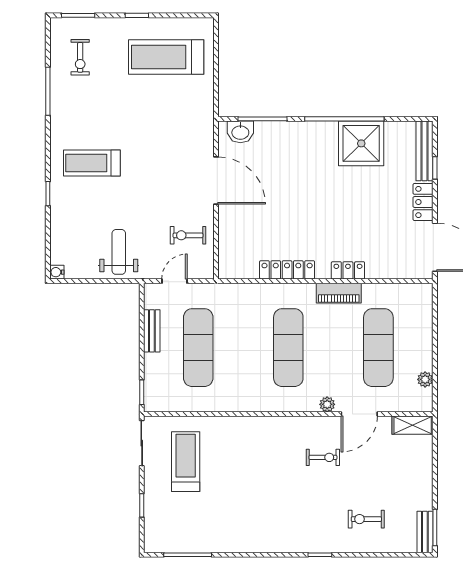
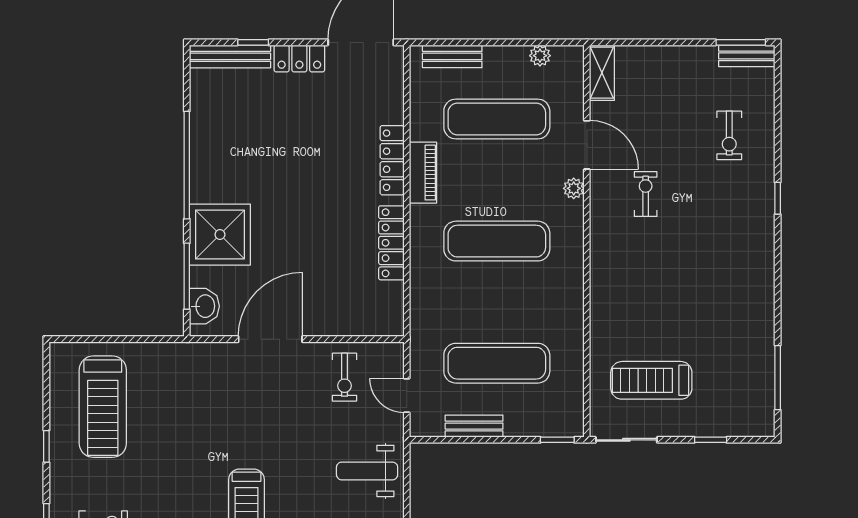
shower: (361, 143) -> (220, 235), moved
locker: (348, 270) -> (392, 160), width x1.53
bench: (425, 315) -> (452, 56), added

